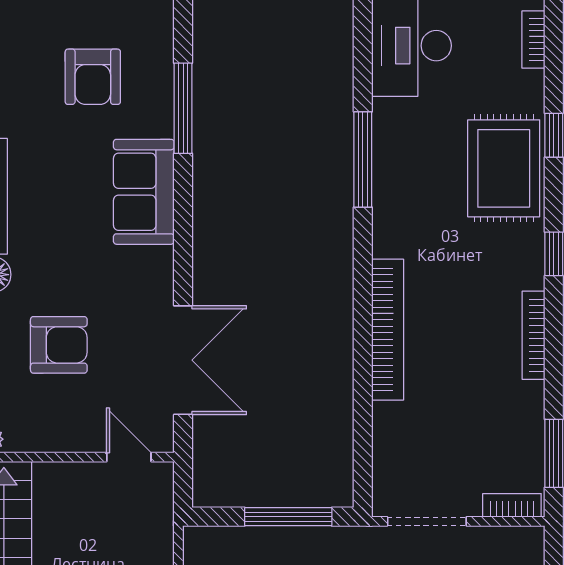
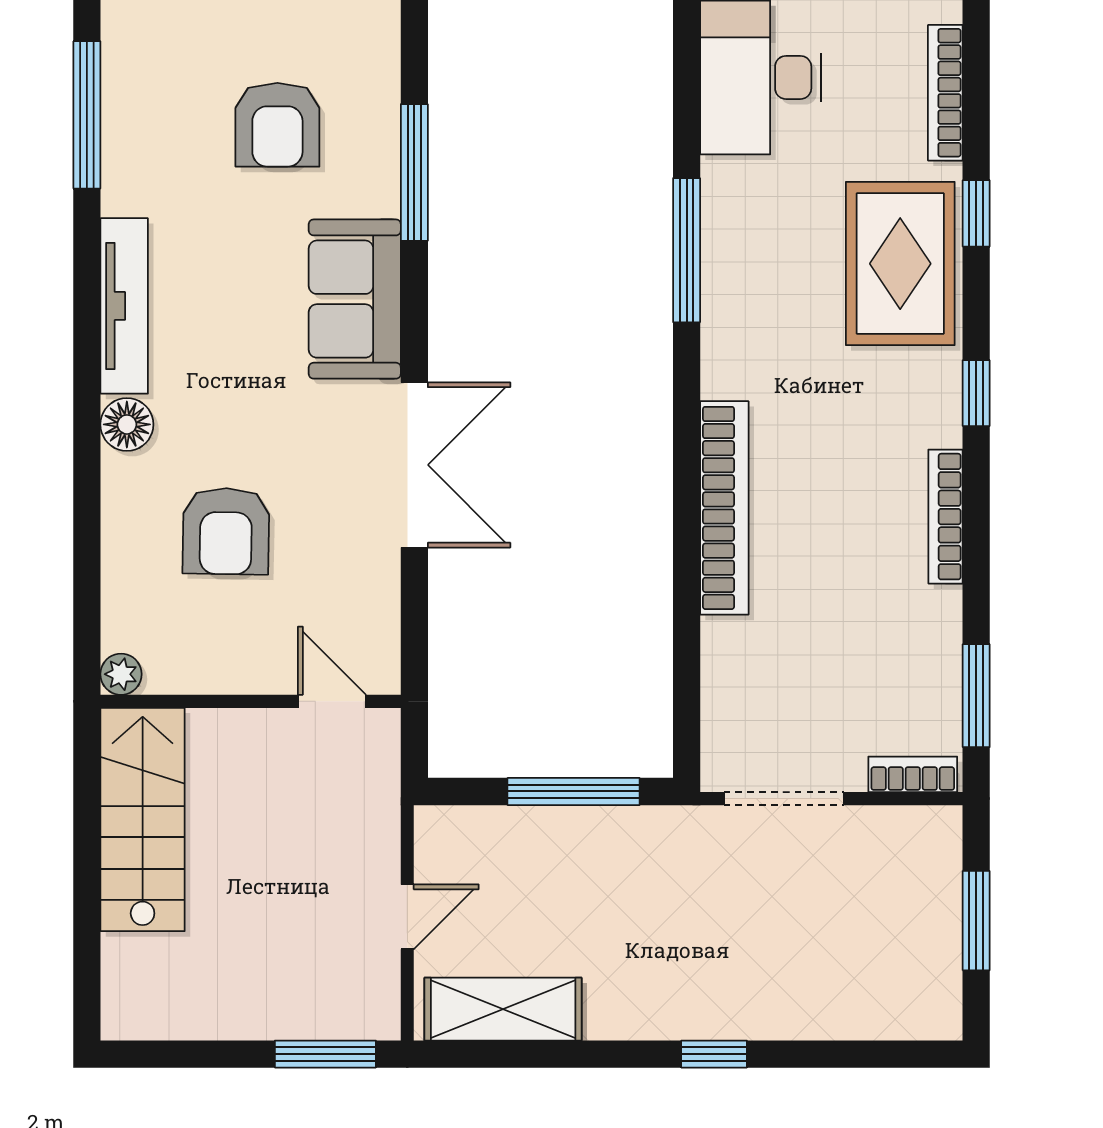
bookcase: (533, 40) -> (945, 93), width x1.56
armchair: (59, 345) -> (226, 531), turned 91
double door: (183, 360) -> (414, 465), moved

